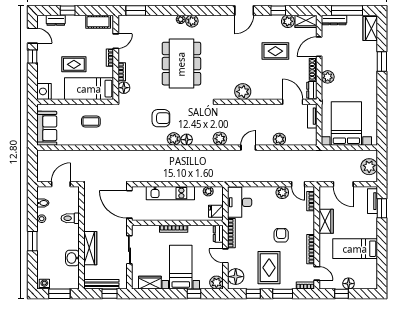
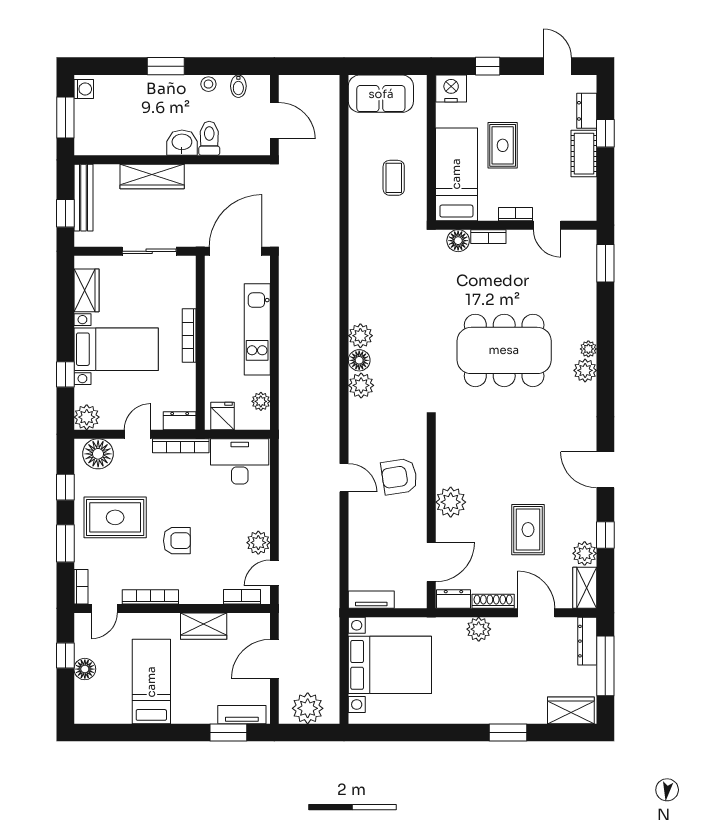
cot: (98, 22) -> (584, 154), moved
door: (32, 36) -> (557, 66), swing flipped
window: (32, 57) -> (488, 66), moved
plant: (243, 92) -> (451, 502), moved
tv unit: (312, 116) -> (371, 600), moved
armchair: (161, 118) -> (399, 476), moved, turned 81
plant: (220, 139) -> (361, 385), moved
plant: (279, 139) -> (360, 537), removed
washbasin: (72, 258) -> (182, 143), moved

